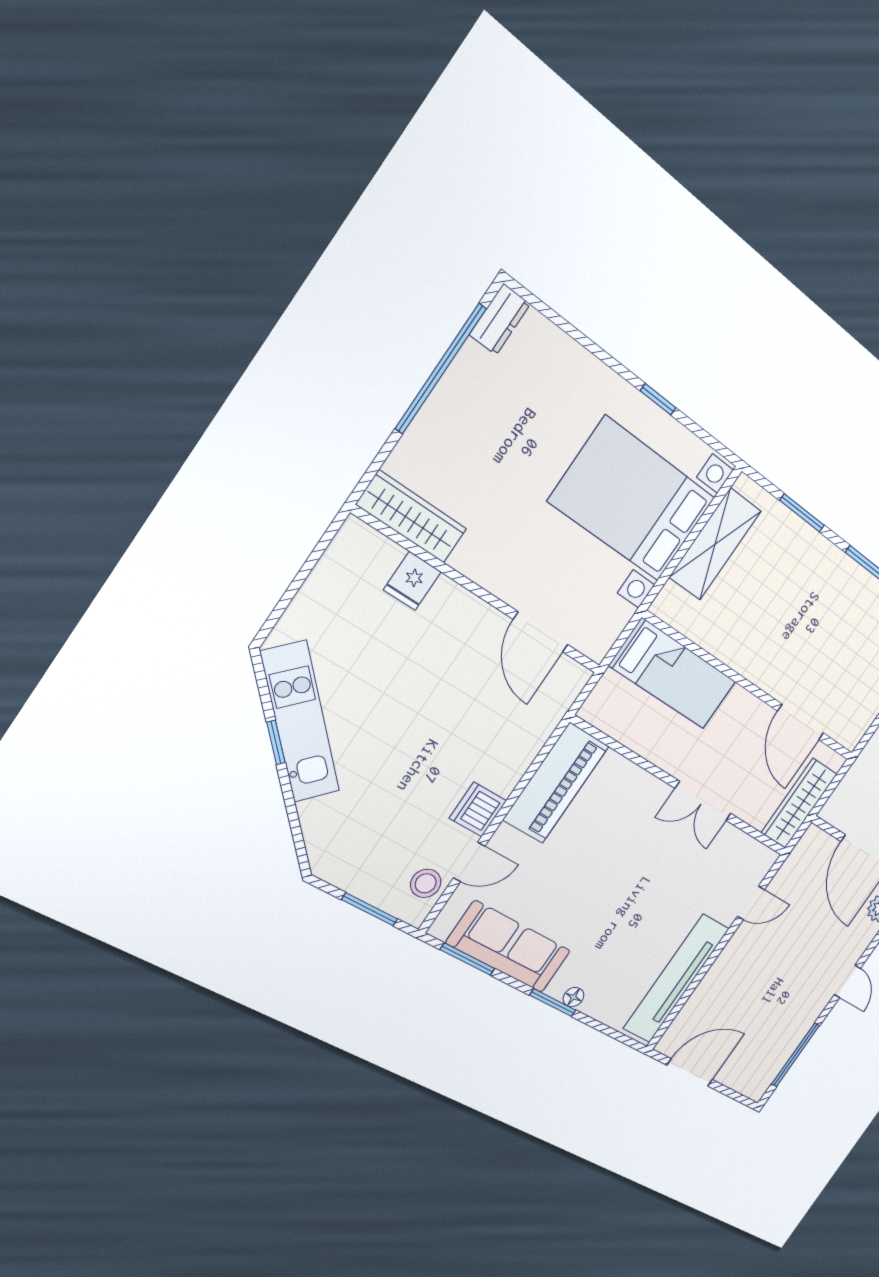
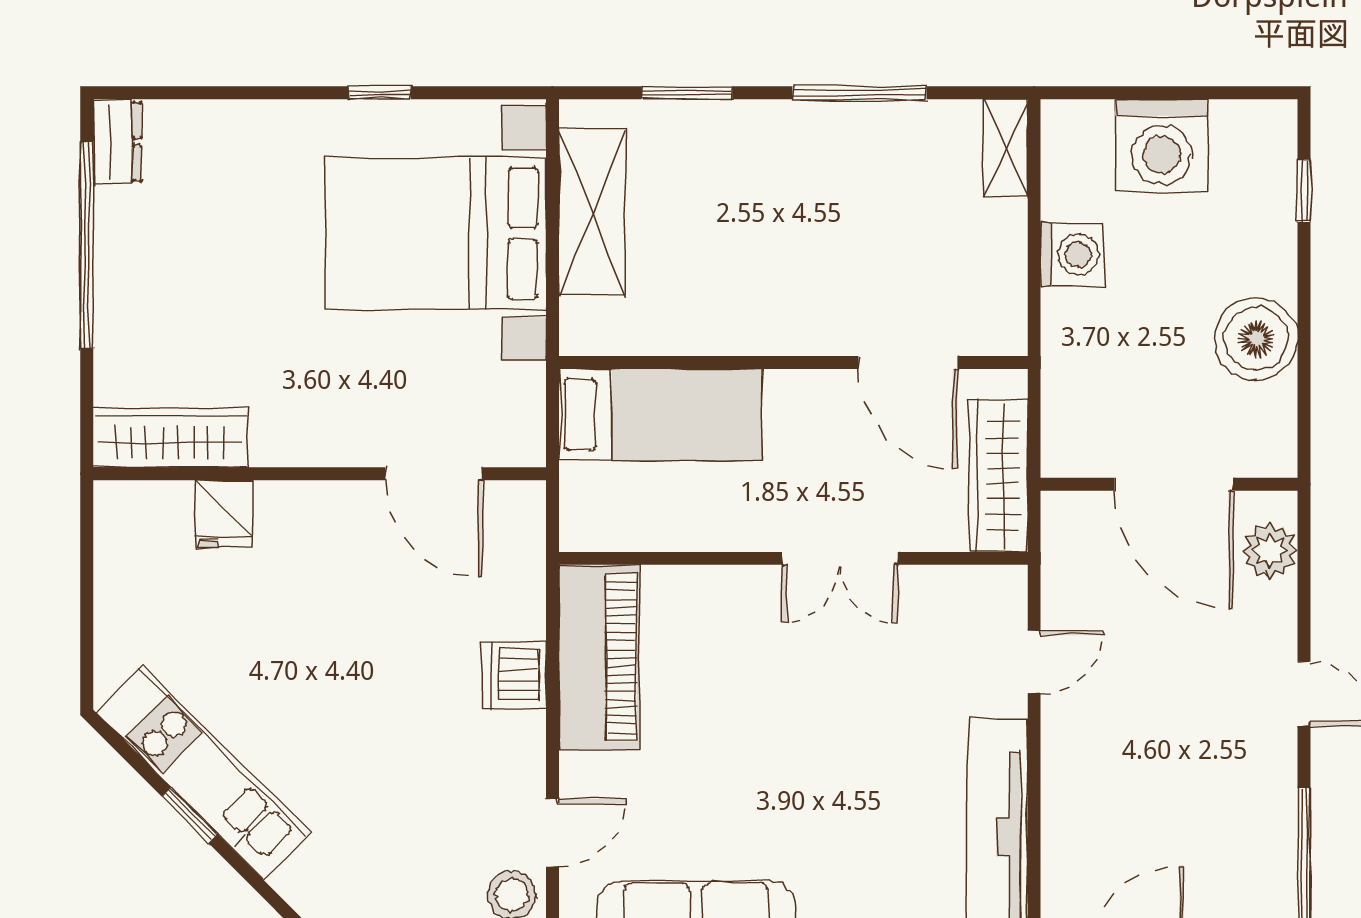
dishwasher: (478, 809) -> (514, 675), moved

